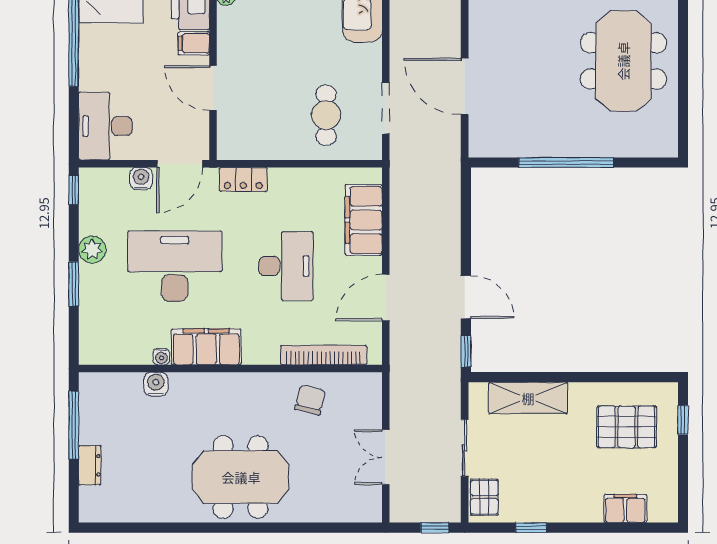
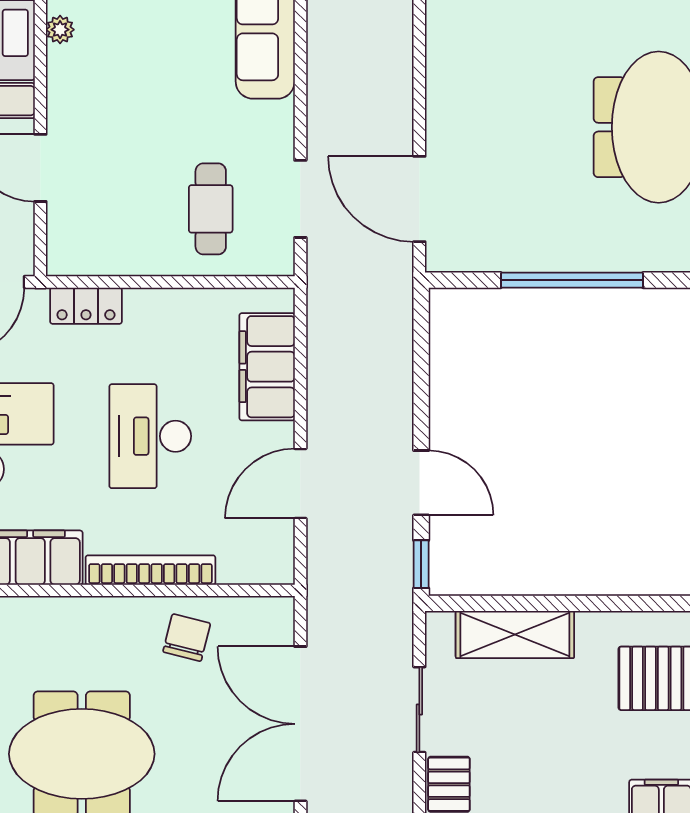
door: (465, 87) -> (419, 199), moved
desk: (286, 266) -> (150, 436), turned 180
bookcase: (324, 355) -> (150, 570), moved
double door: (386, 457) -> (300, 724), width x1.87

